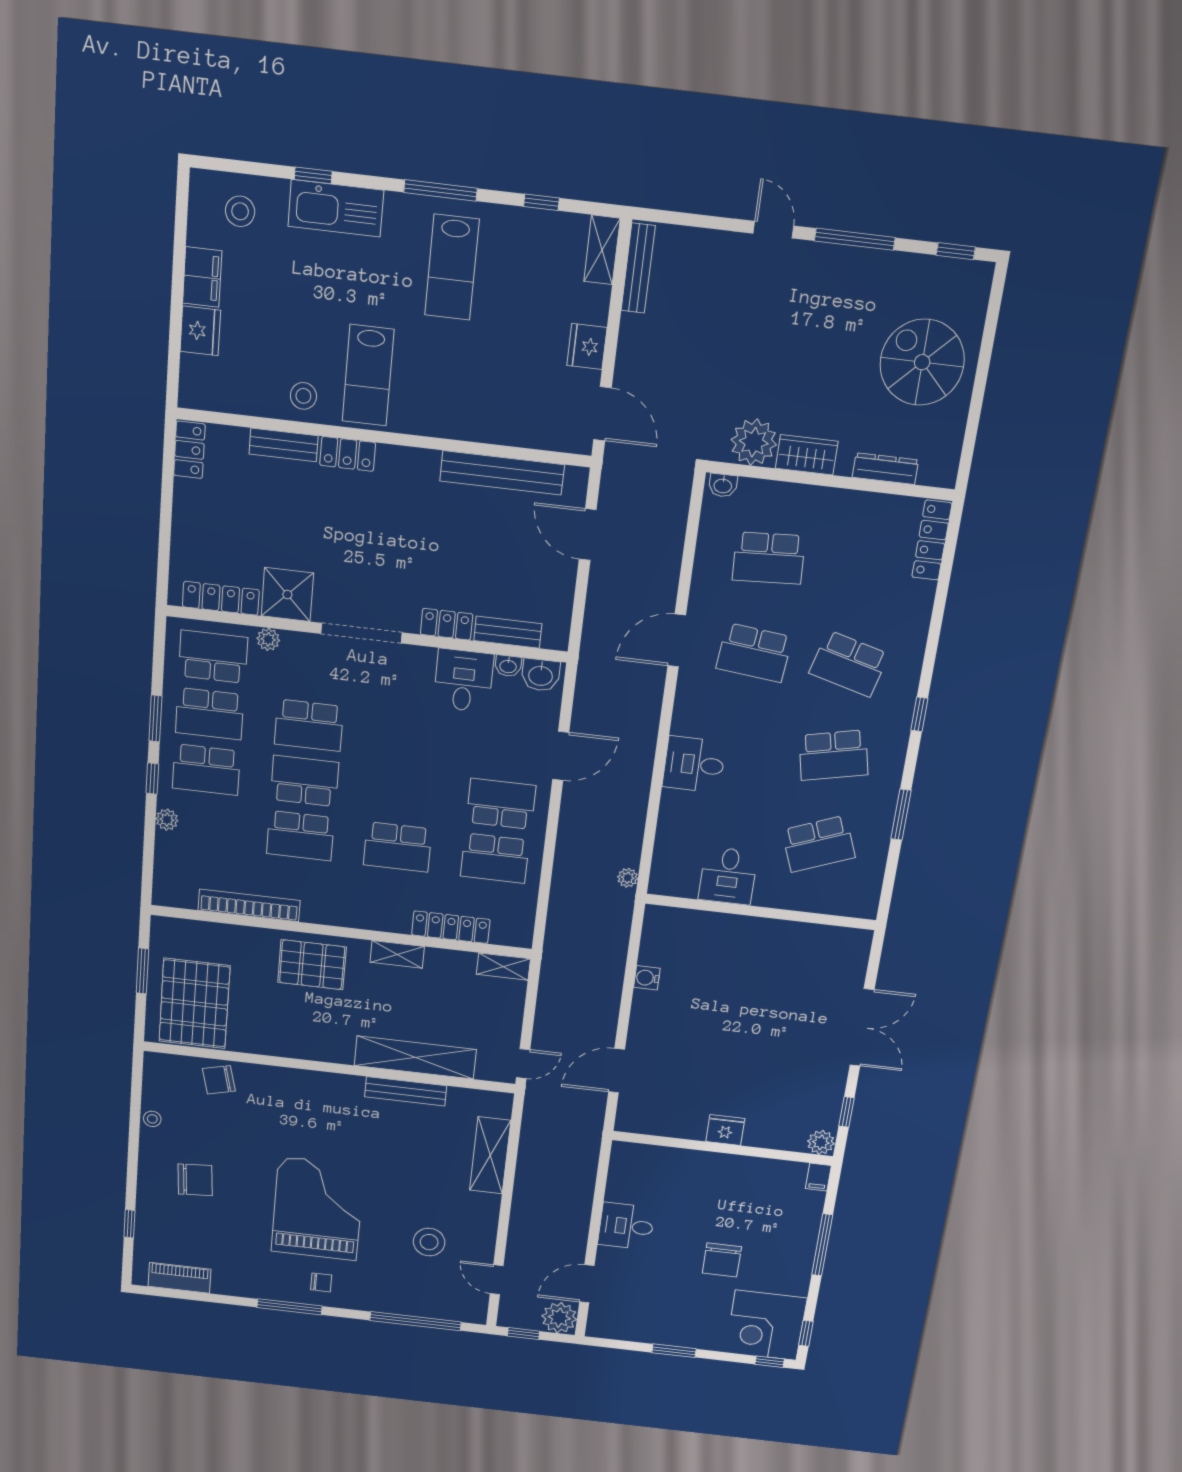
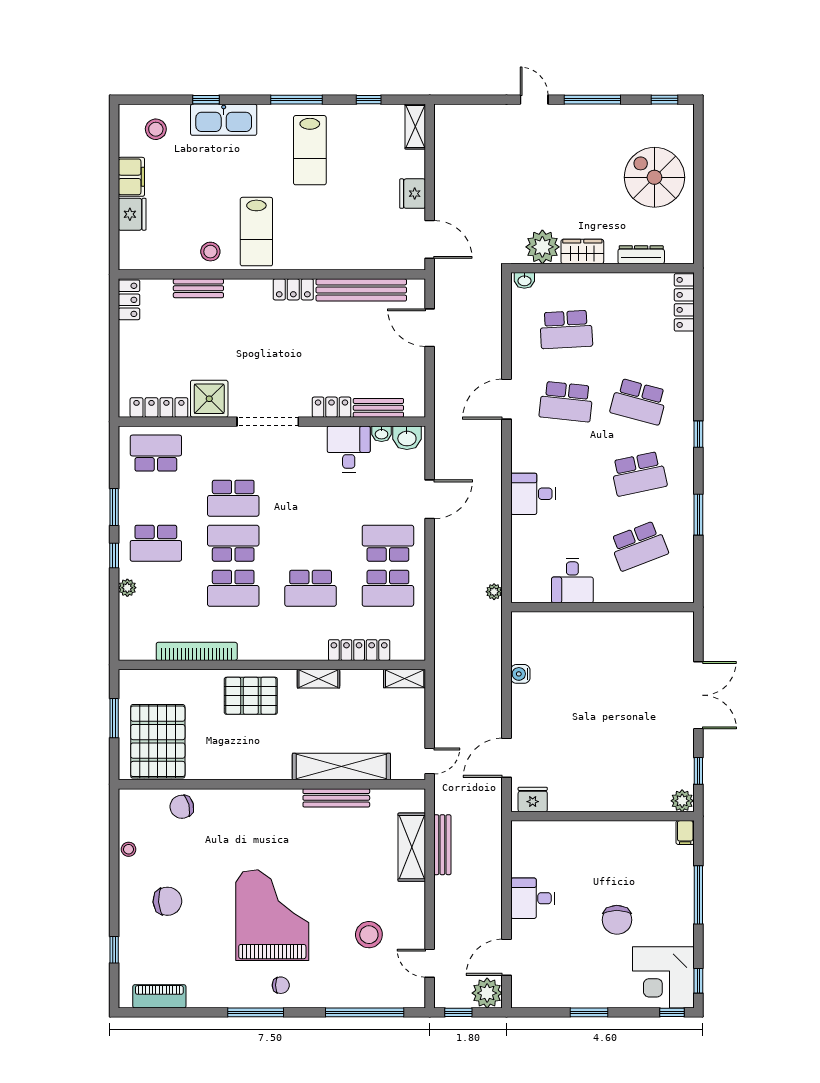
bench: (638, 268) -> (442, 845), moved
locker: (348, 454) -> (293, 289), moved
plant: (268, 639) -> (197, 435), removed
school desk: (210, 714) -> (156, 498), removed
fridge: (725, 1130) -> (533, 800), moved

